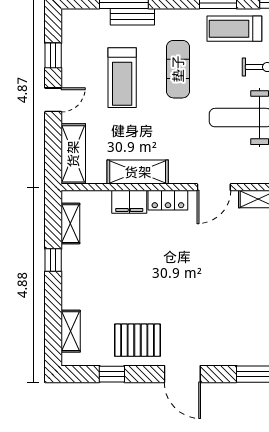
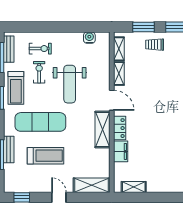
window: (53, 55) -> (22, 197), moved
exercise mat: (178, 69) -> (40, 122), width x1.36, depth x1.45
shelving: (138, 172) -> (103, 129), moved
window: (53, 260) -> (156, 197), removed

